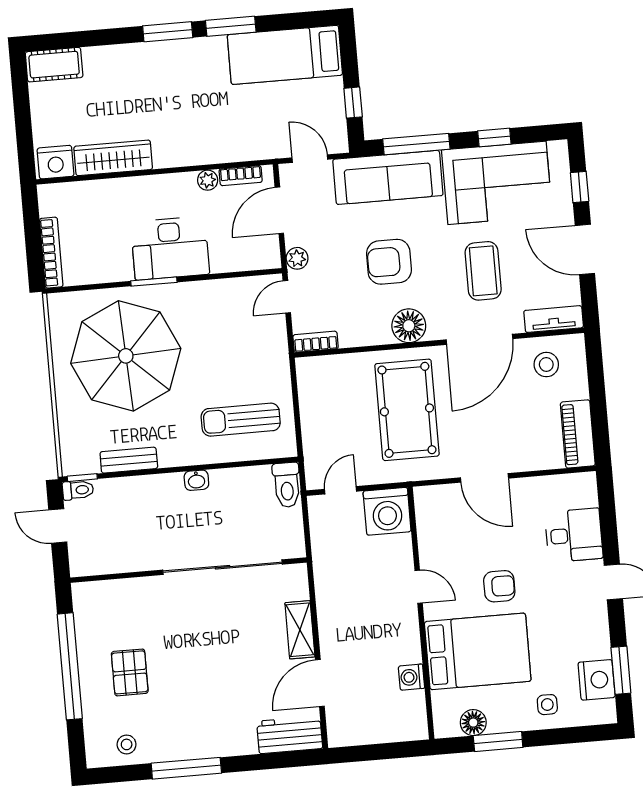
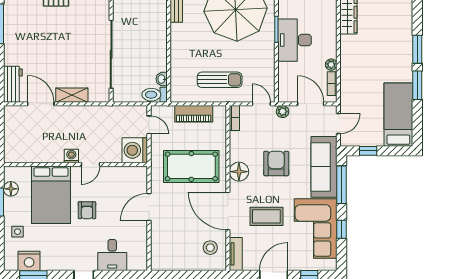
sun lounger: (241, 420) -> (220, 80), moved, turned 90
piano: (578, 434) -> (194, 114), moved, turned 180
washbasin: (196, 480) -> (162, 79), moved
washing machine: (411, 677) -> (71, 156), moved

